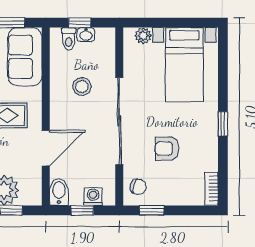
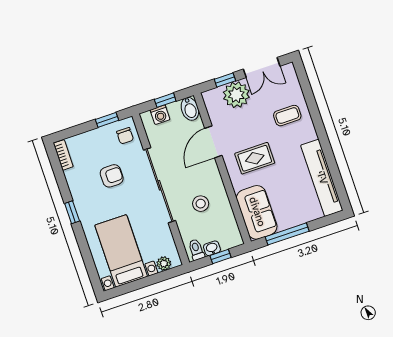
toilet: (69, 39) -> (196, 250), moved
chair: (138, 187) -> (125, 136), turned -109

